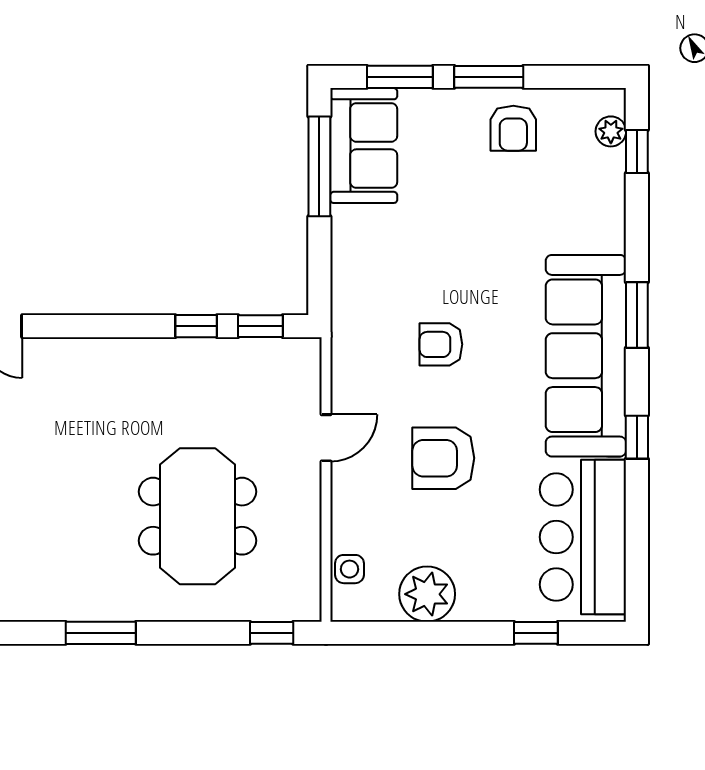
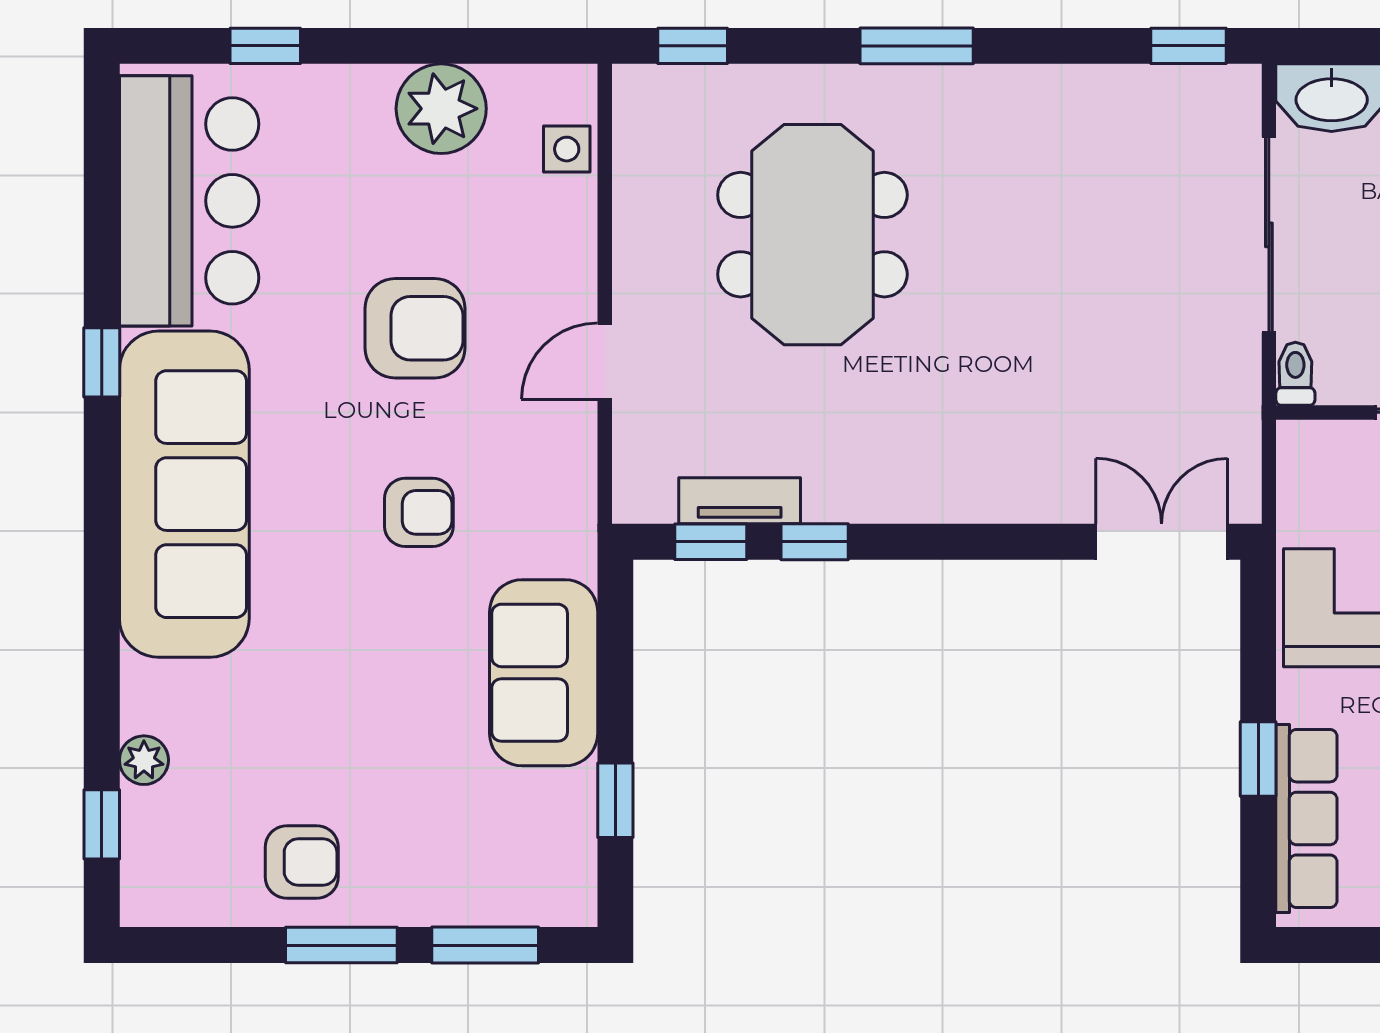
armchair: (513, 128) -> (302, 862), turned 90
plant: (611, 131) -> (144, 760), moved
sofa: (364, 146) -> (544, 673), moved
window: (319, 166) -> (615, 800), width x0.46
window: (637, 315) -> (102, 560), removed
tv unit: (243, 352) -> (740, 501), added
window: (101, 633) -> (917, 46), moved

